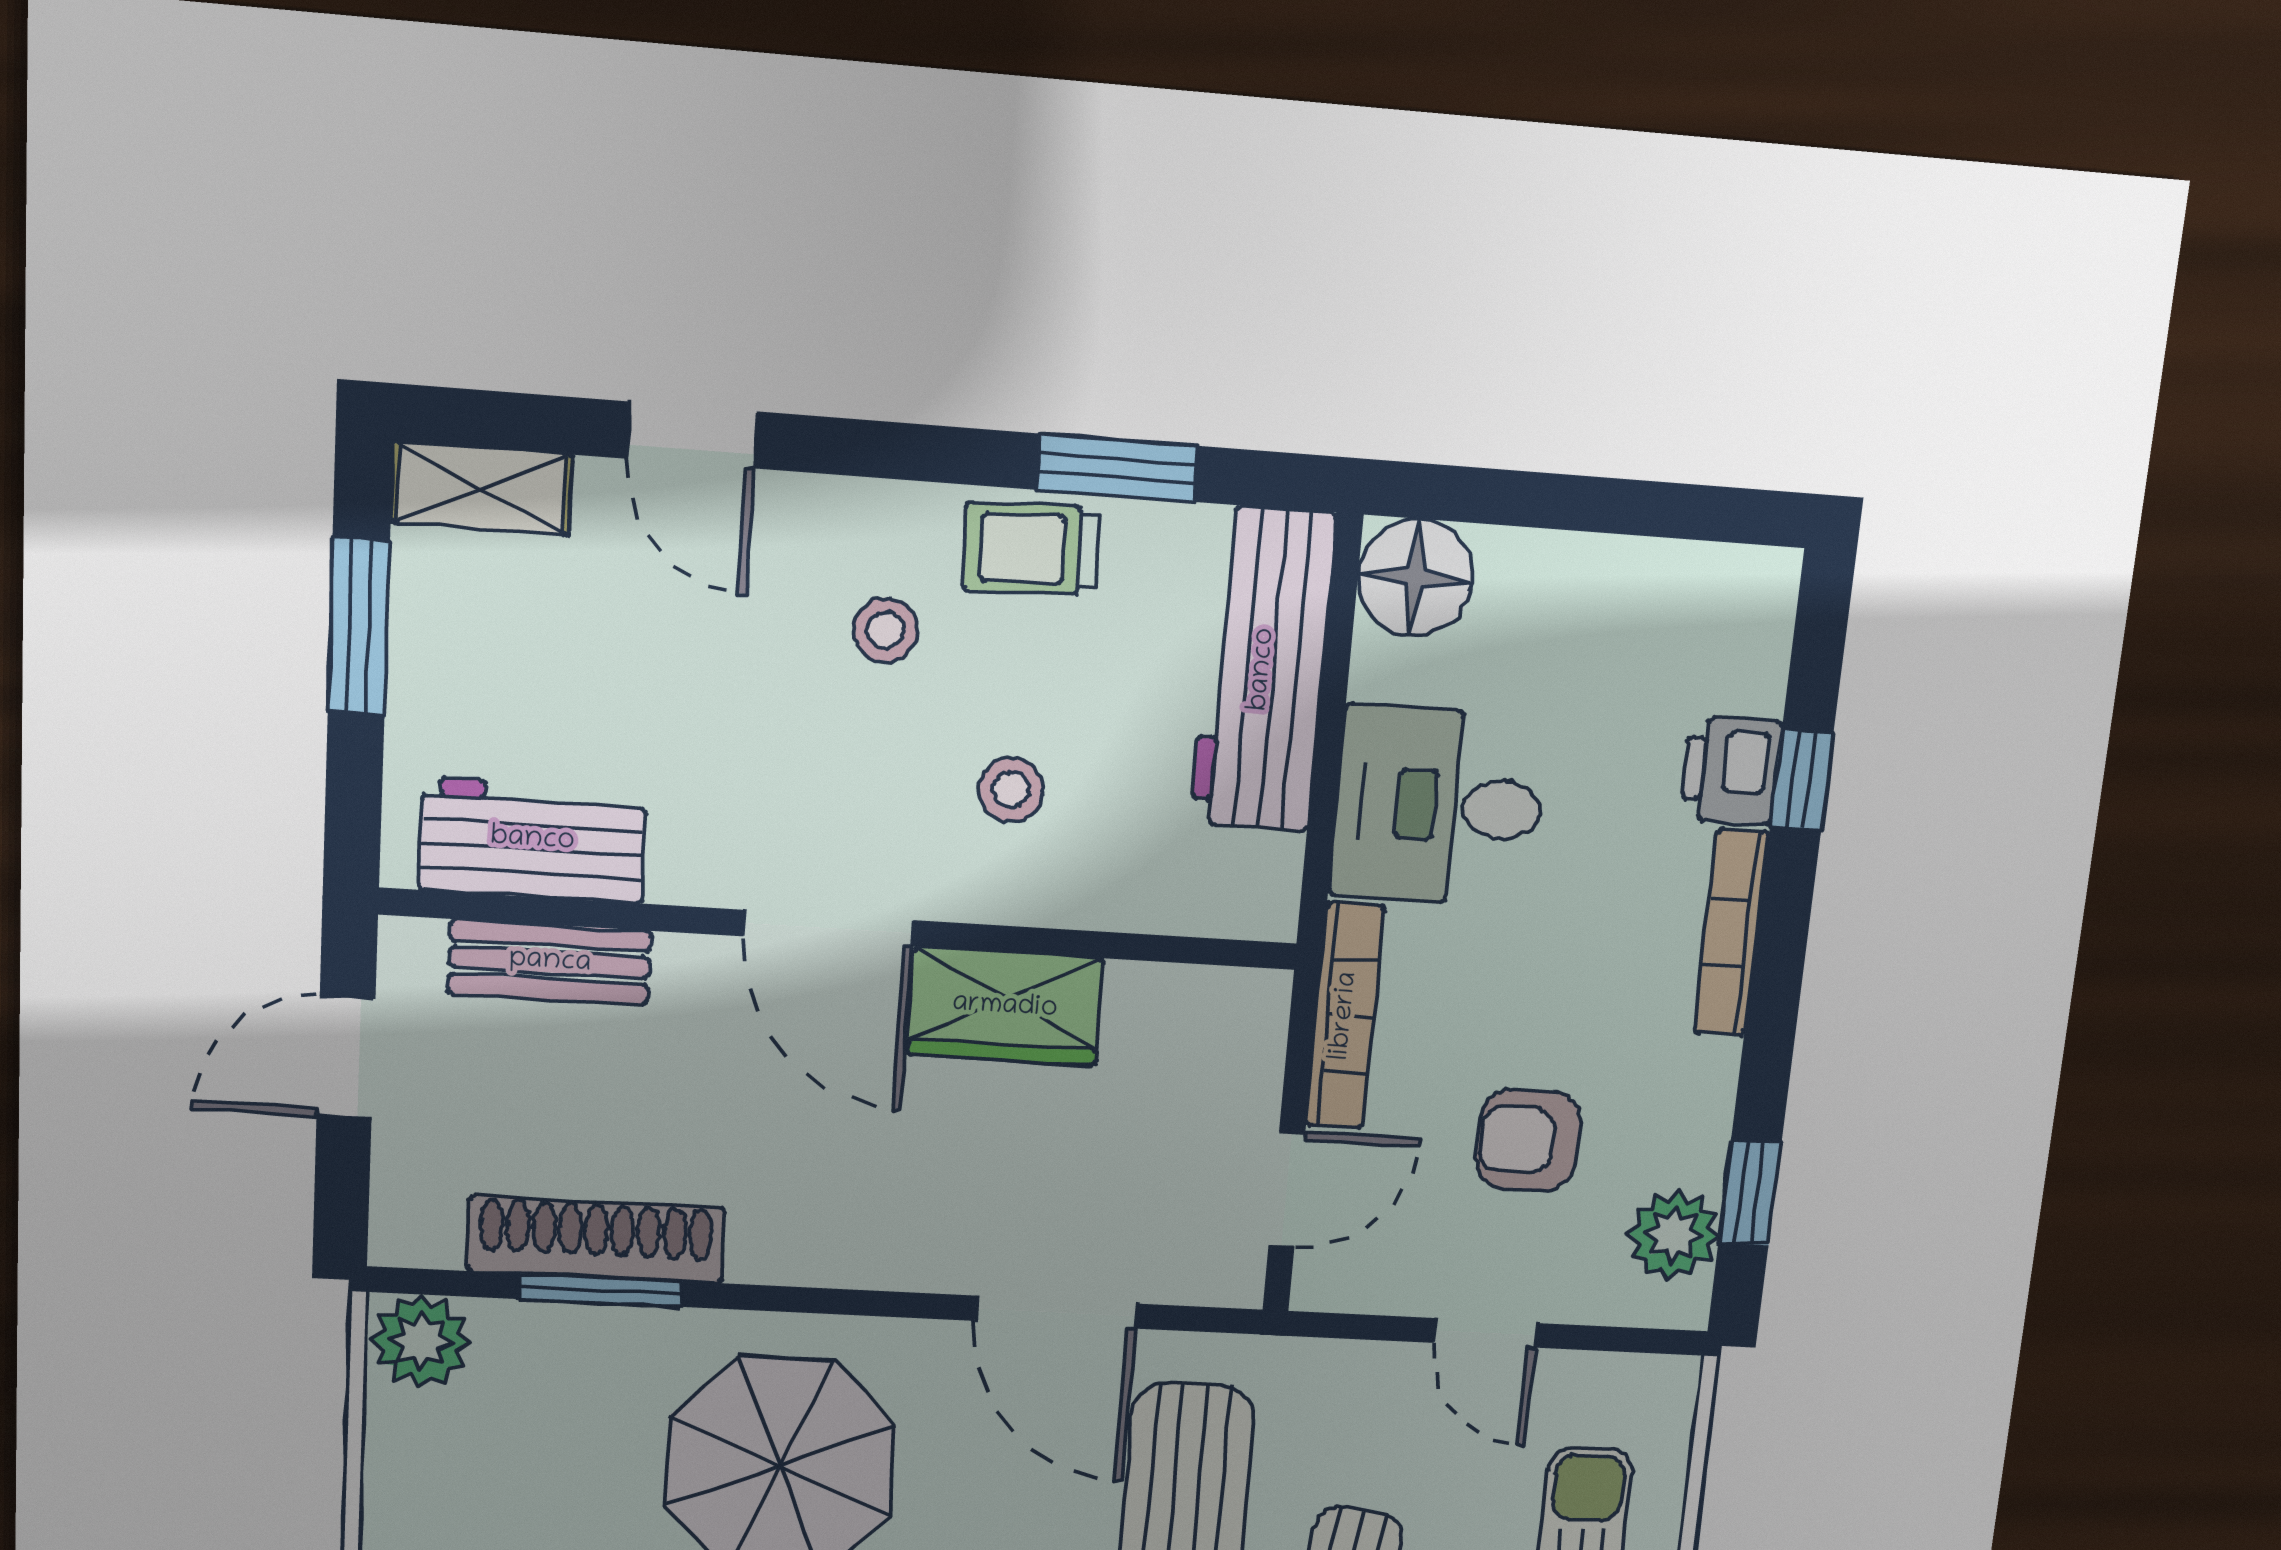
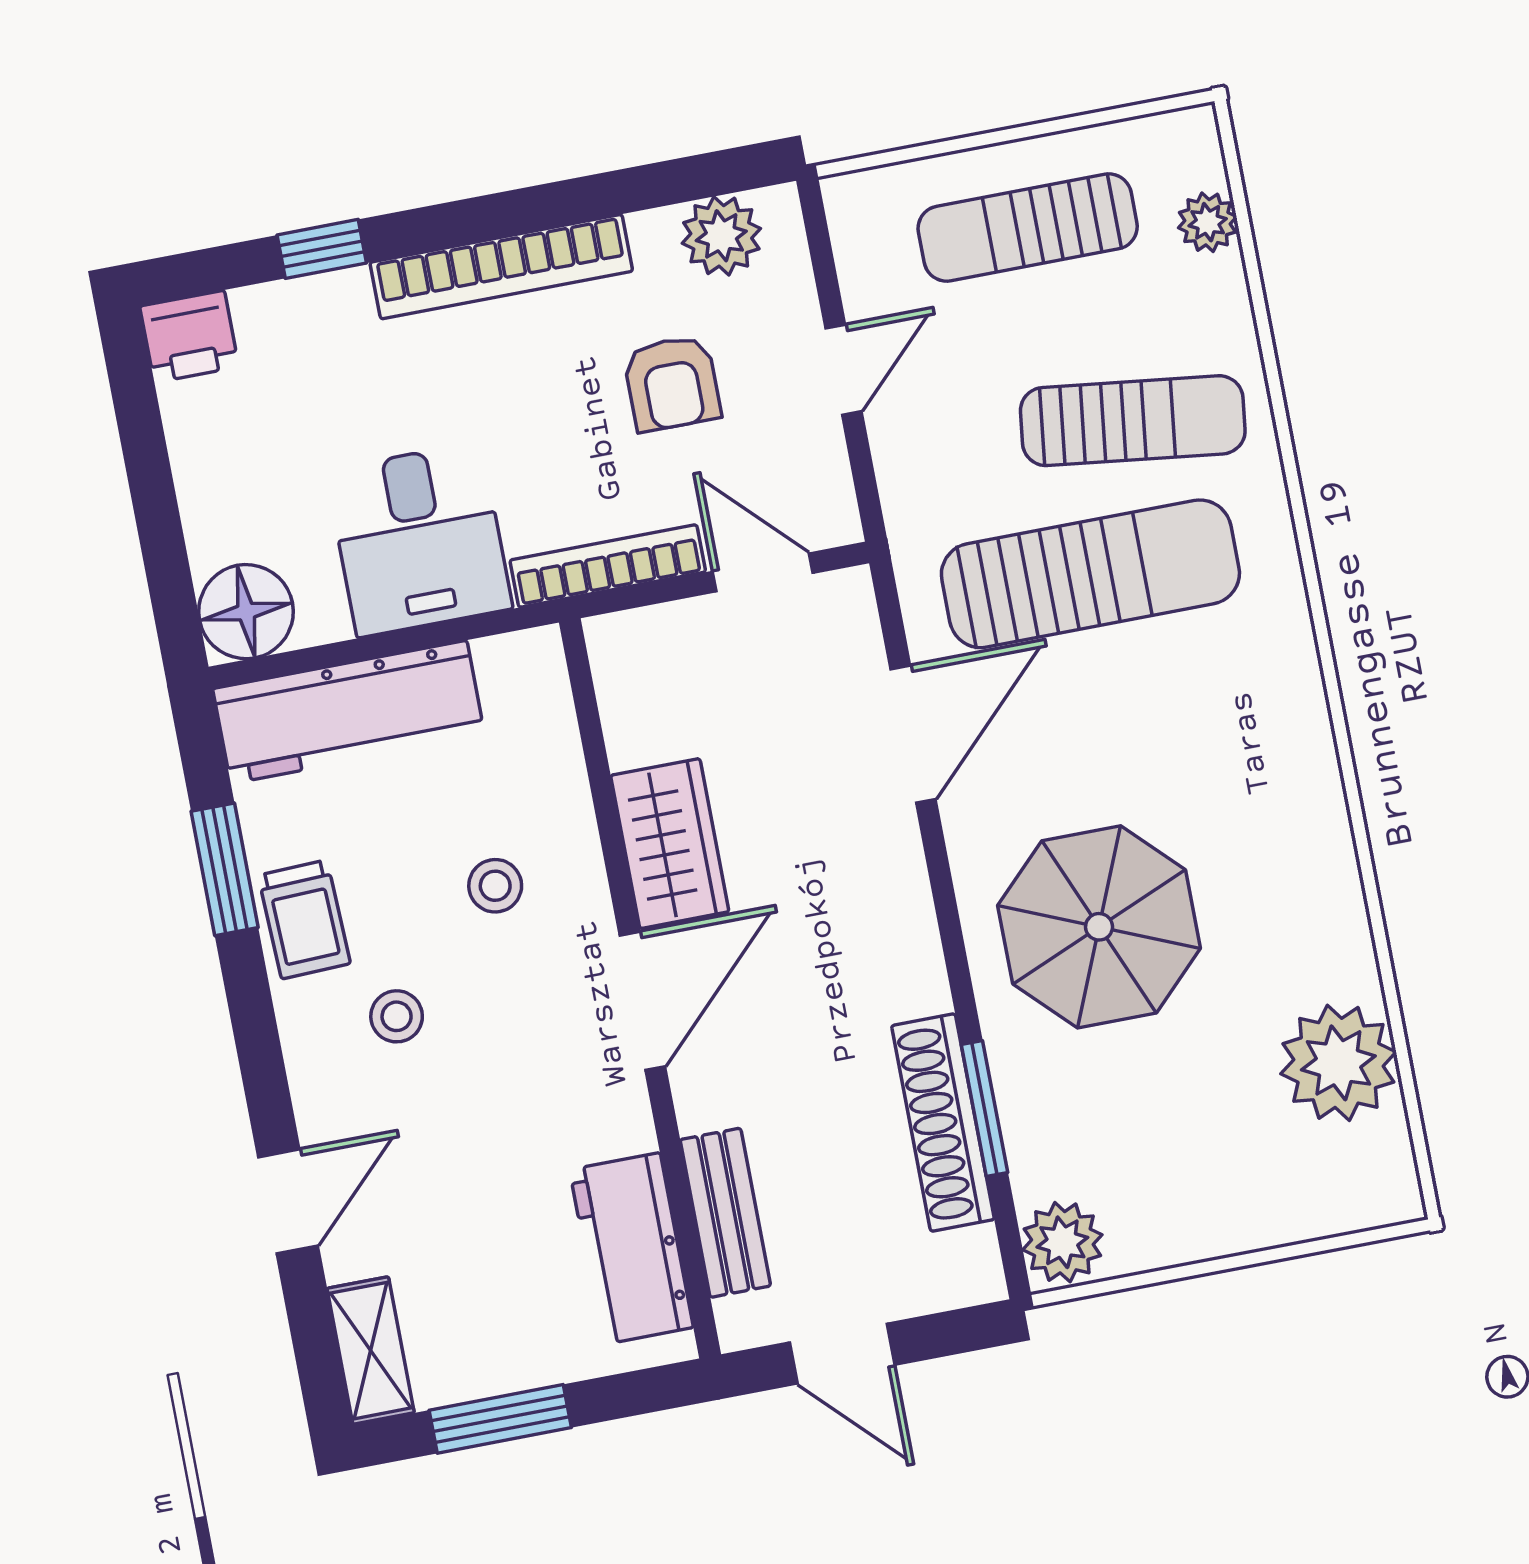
printer: (1731, 771) -> (189, 336), moved
bookcase: (1731, 933) -> (501, 267), width x1.48, depth x1.31
window: (1750, 1193) -> (670, 182), removed

